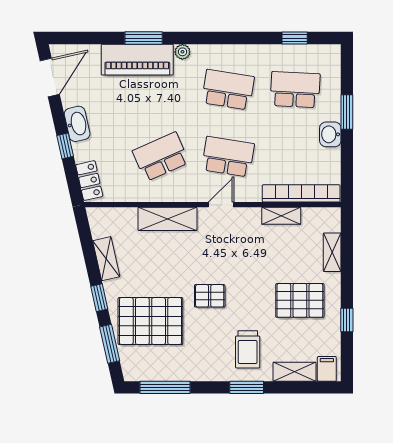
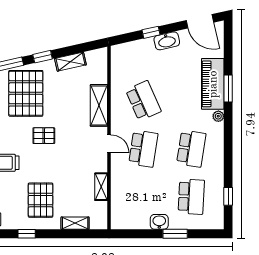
locker: (89, 181) -> (126, 50), removed
bookcase: (301, 193) -> (117, 201), removed
pallet: (210, 296) -> (44, 136), turned 90

